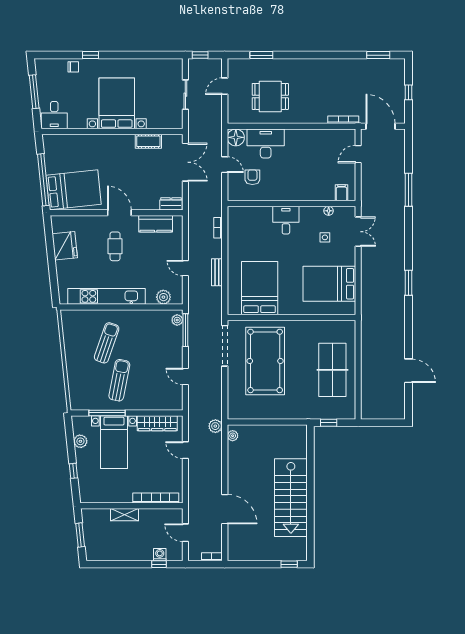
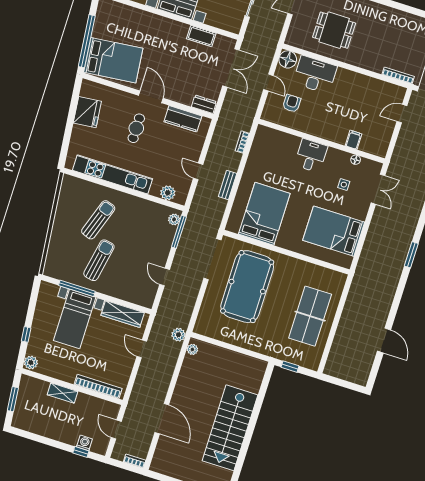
filing cabinet: (342, 193) -> (354, 140), moved
plant: (80, 441) -> (31, 363), moved

